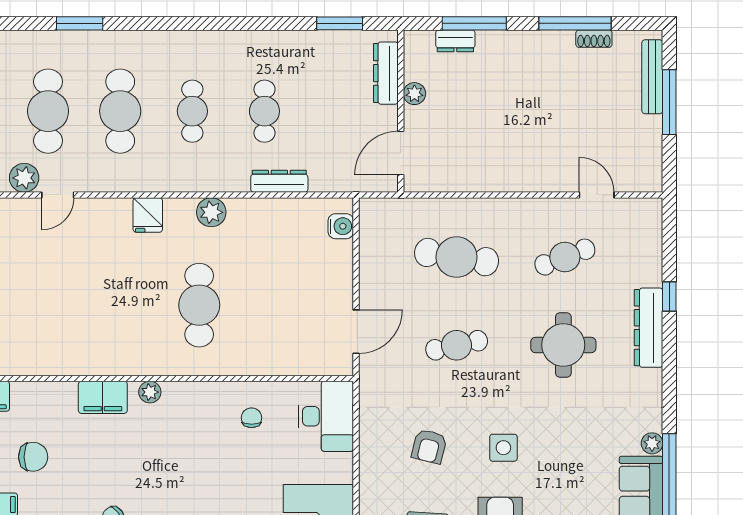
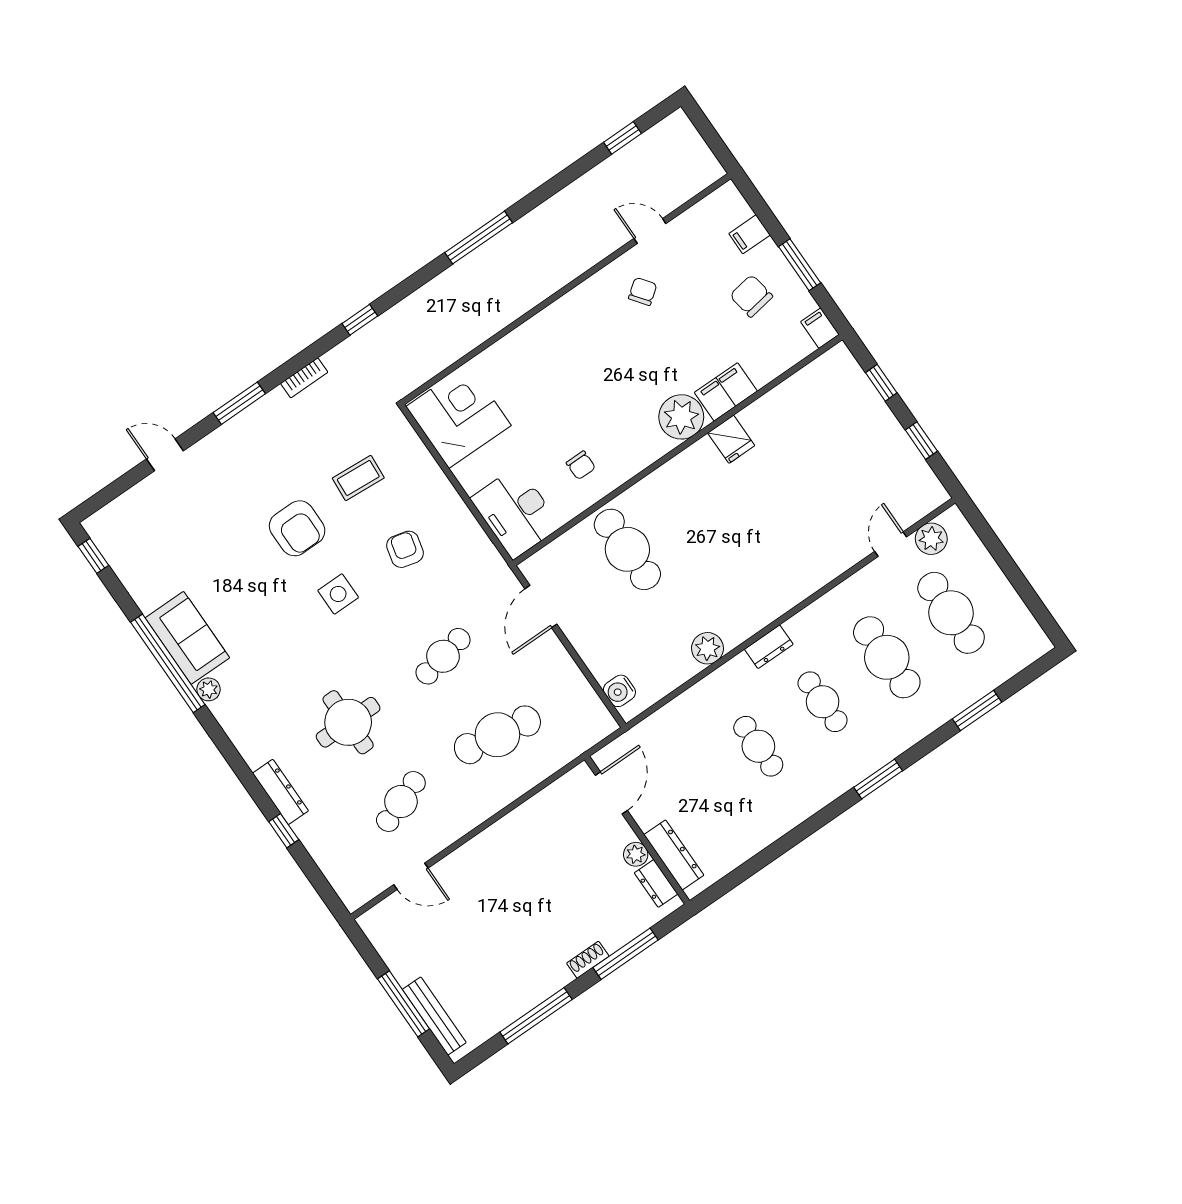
window: (340, 23) -> (878, 779), moved
shoe rack: (594, 39) -> (588, 960), moved
dresser: (455, 41) -> (656, 883), moved, turned -90
dresser: (279, 181) -> (769, 647), moved, width x0.70
plant: (211, 212) -> (707, 648), moved
fridge: (148, 215) -> (731, 439), moved, turned 180
cafe table: (199, 305) -> (627, 549), moved
dresser: (649, 328) -> (280, 792), width x0.73, depth x0.80
plant: (150, 392) -> (681, 417), width x1.88, depth x1.88
chair: (33, 457) -> (751, 296), turned 81

